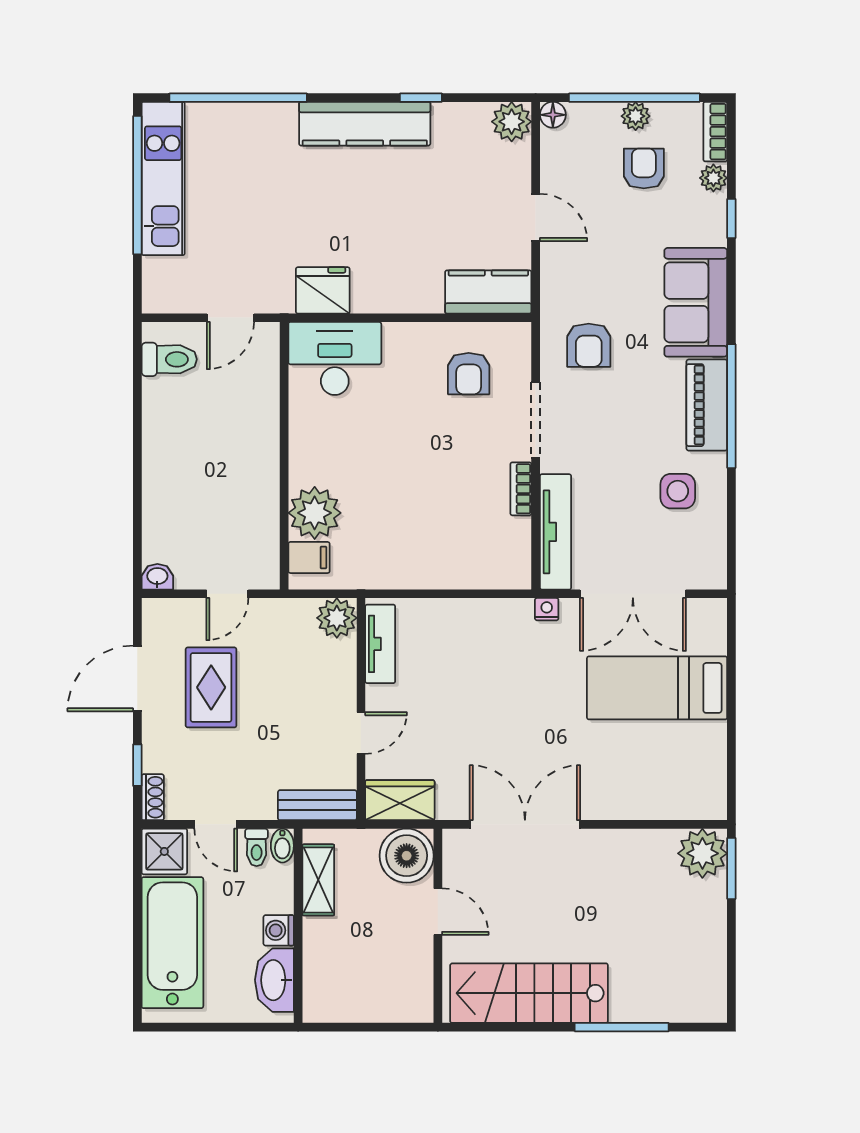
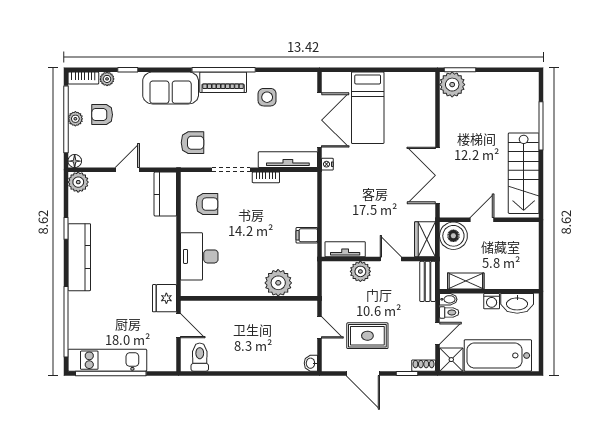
fridge: (323, 290) -> (164, 298), moved
desk: (335, 358) -> (199, 256), moved
filing cabinet: (309, 557) -> (307, 235), moved, turned -90
plant: (337, 618) -> (360, 271), moved

